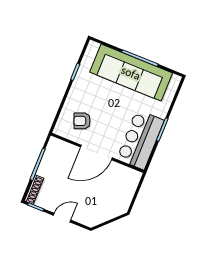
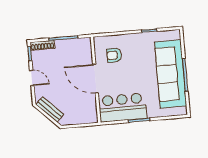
armchair: (82, 121) -> (114, 55), turned -68
bench: (104, 216) -> (50, 109), added

